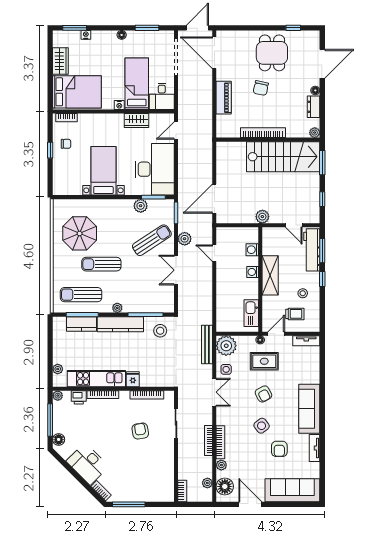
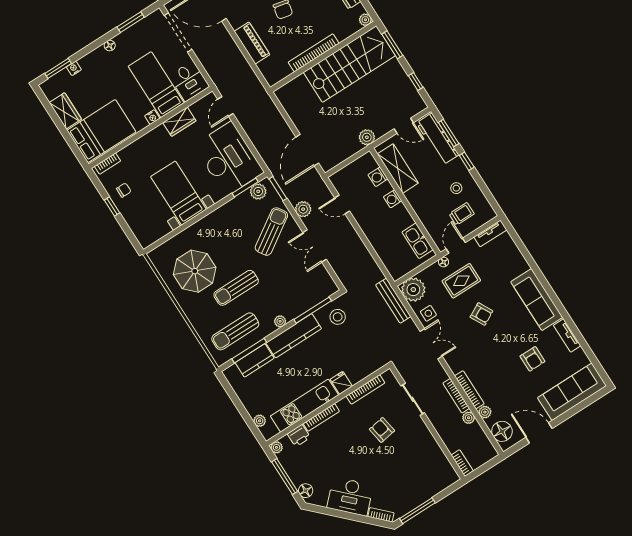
plant: (141, 206) -> (258, 191), moved
shelving: (270, 275) -> (398, 168), moved
side table: (262, 426) -> (500, 347), removed
plant: (207, 483) -> (469, 418), moved

